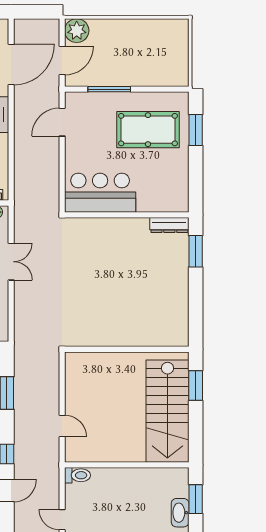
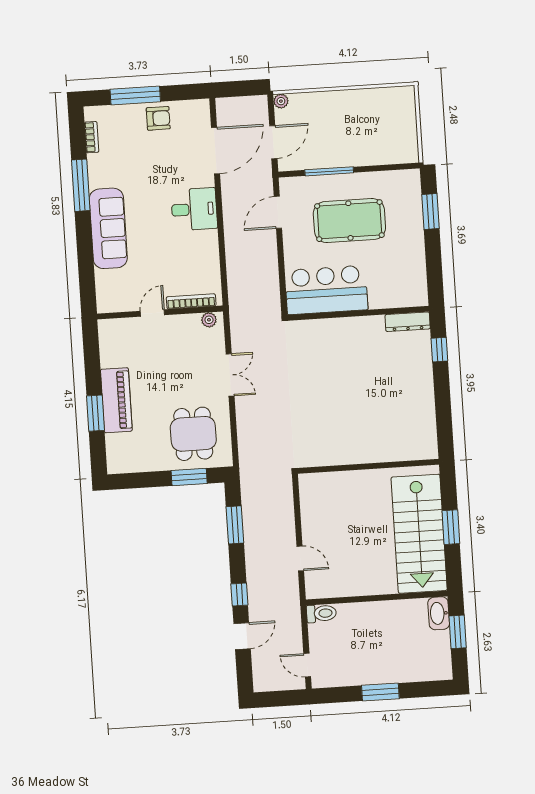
plant: (77, 31) -> (281, 101), width x0.53, depth x0.53
pool table: (148, 130) -> (349, 221), moved
window: (196, 251) -> (439, 350), width x0.67
window: (196, 386) -> (451, 527), moved
washbasin: (180, 513) -> (439, 613), moved

